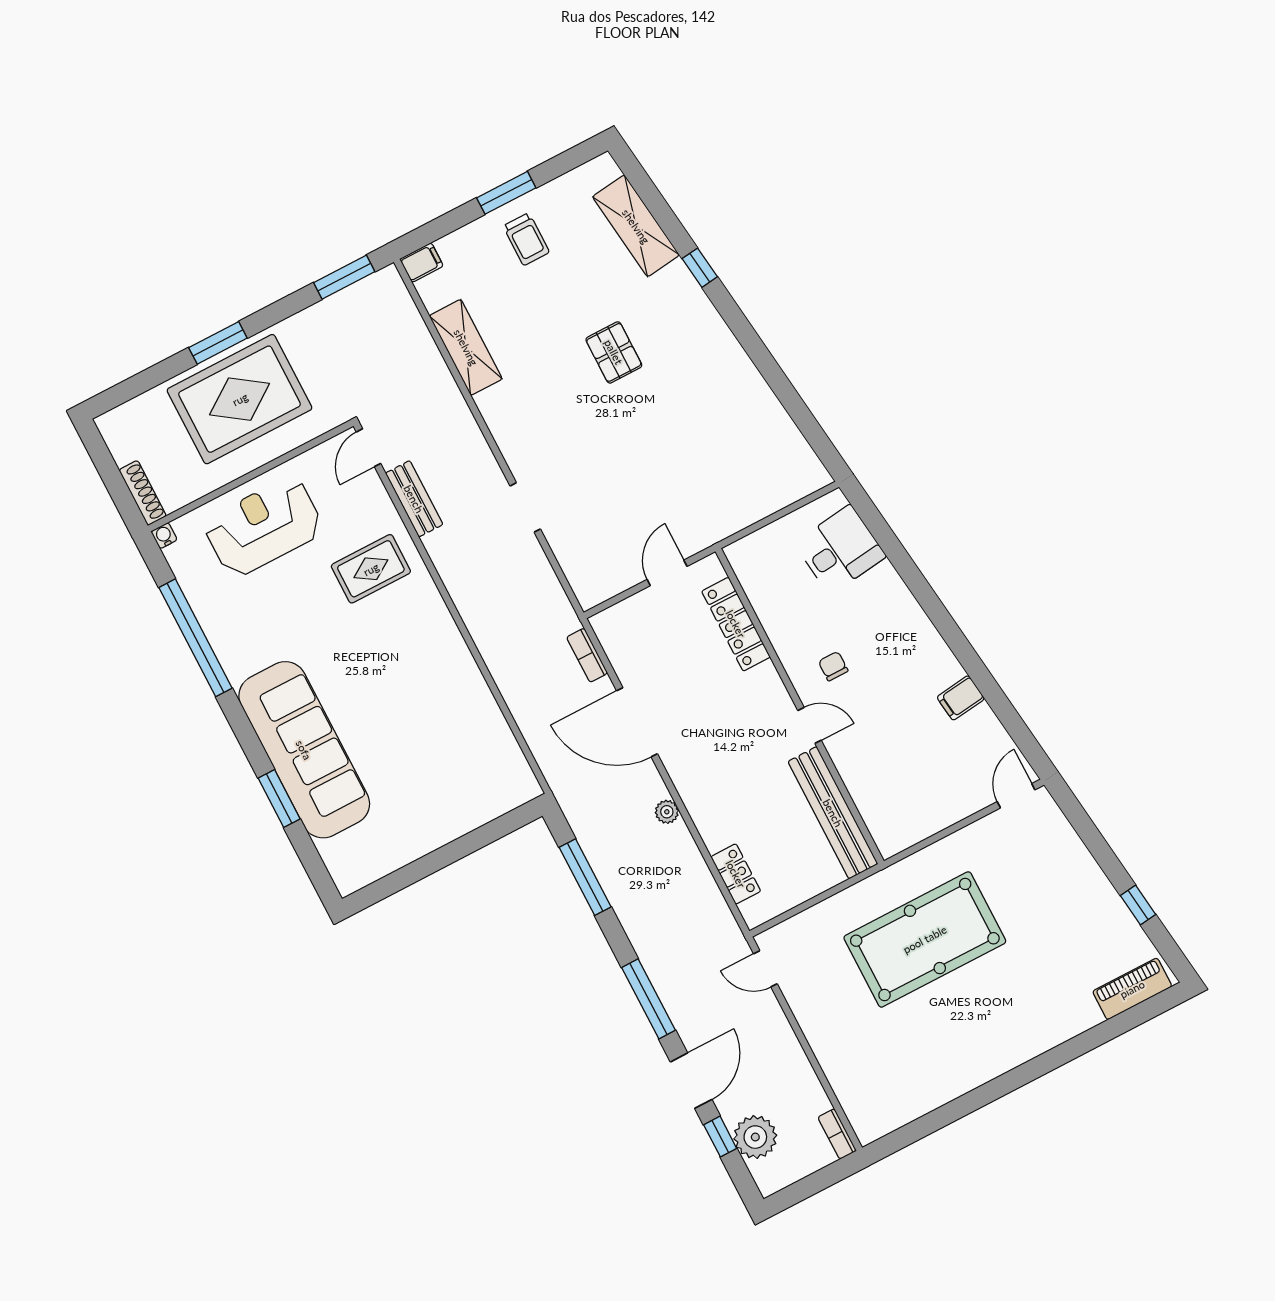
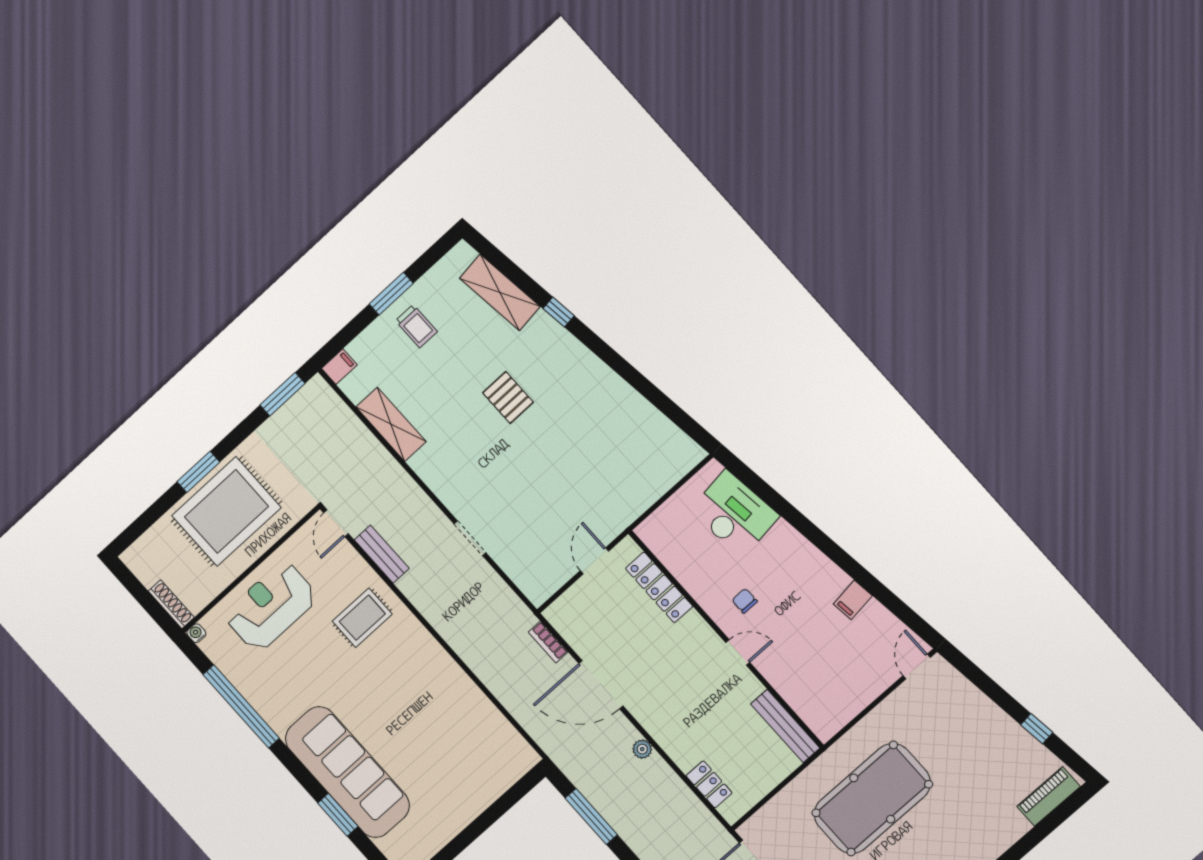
desk: (840, 550) -> (734, 513), width x1.37
bench: (833, 813) -> (785, 726), width x0.73, depth x0.82

